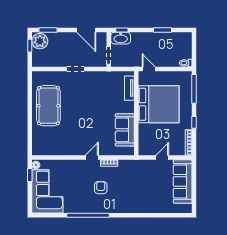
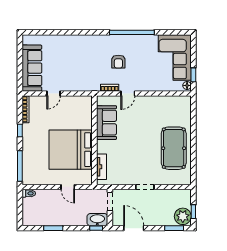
tv unit: (129, 88) -> (102, 167), moved
bed: (159, 104) -> (71, 150), moved
wall: (136, 113) -> (94, 140), moved
sofa: (125, 130) -> (106, 123), moved

